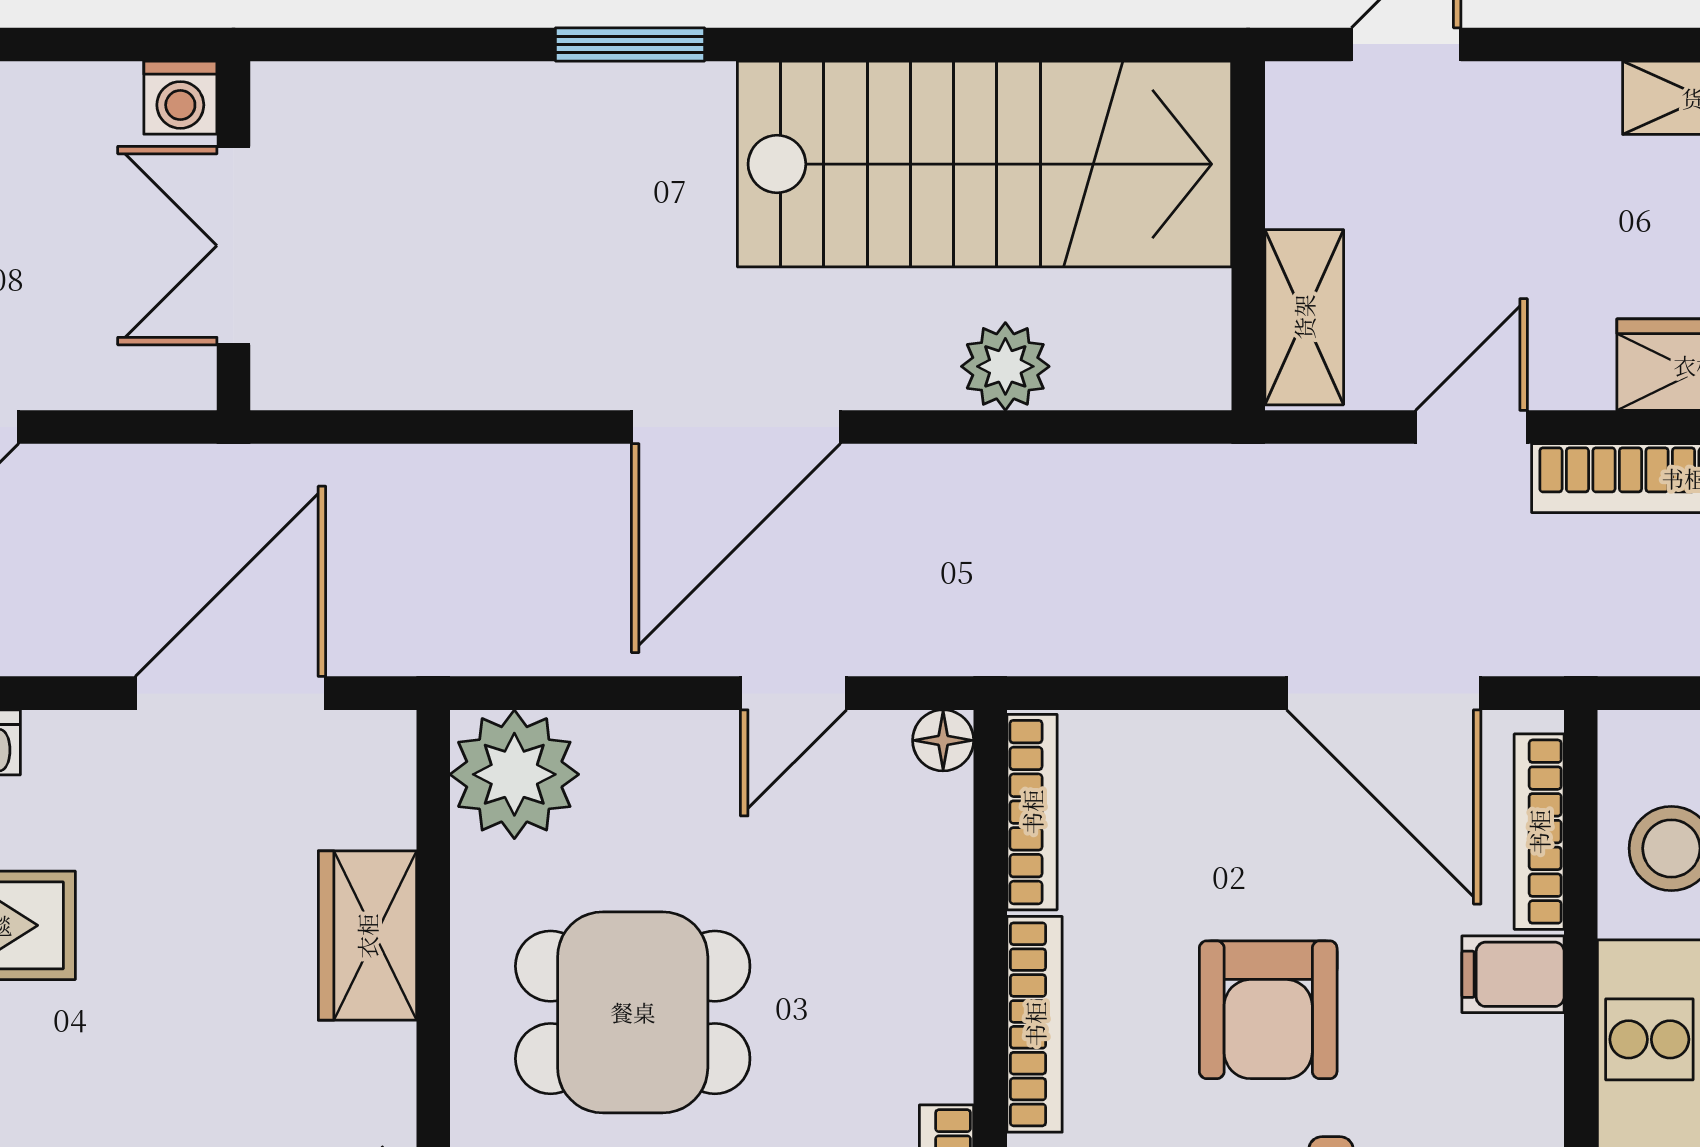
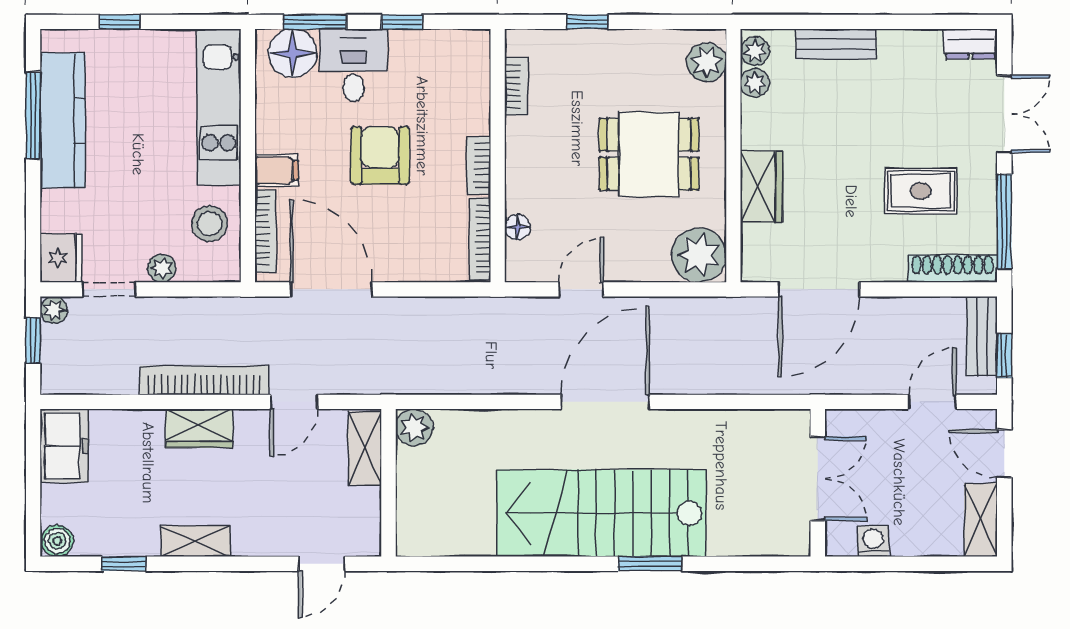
washing machine: (180, 98) -> (873, 541), moved
stairs: (984, 164) -> (602, 513), moved
plant: (1005, 366) -> (414, 428), moved
floor lamp: (943, 740) -> (518, 227), moved
bookcase: (1035, 1024) -> (479, 166), width x0.64

